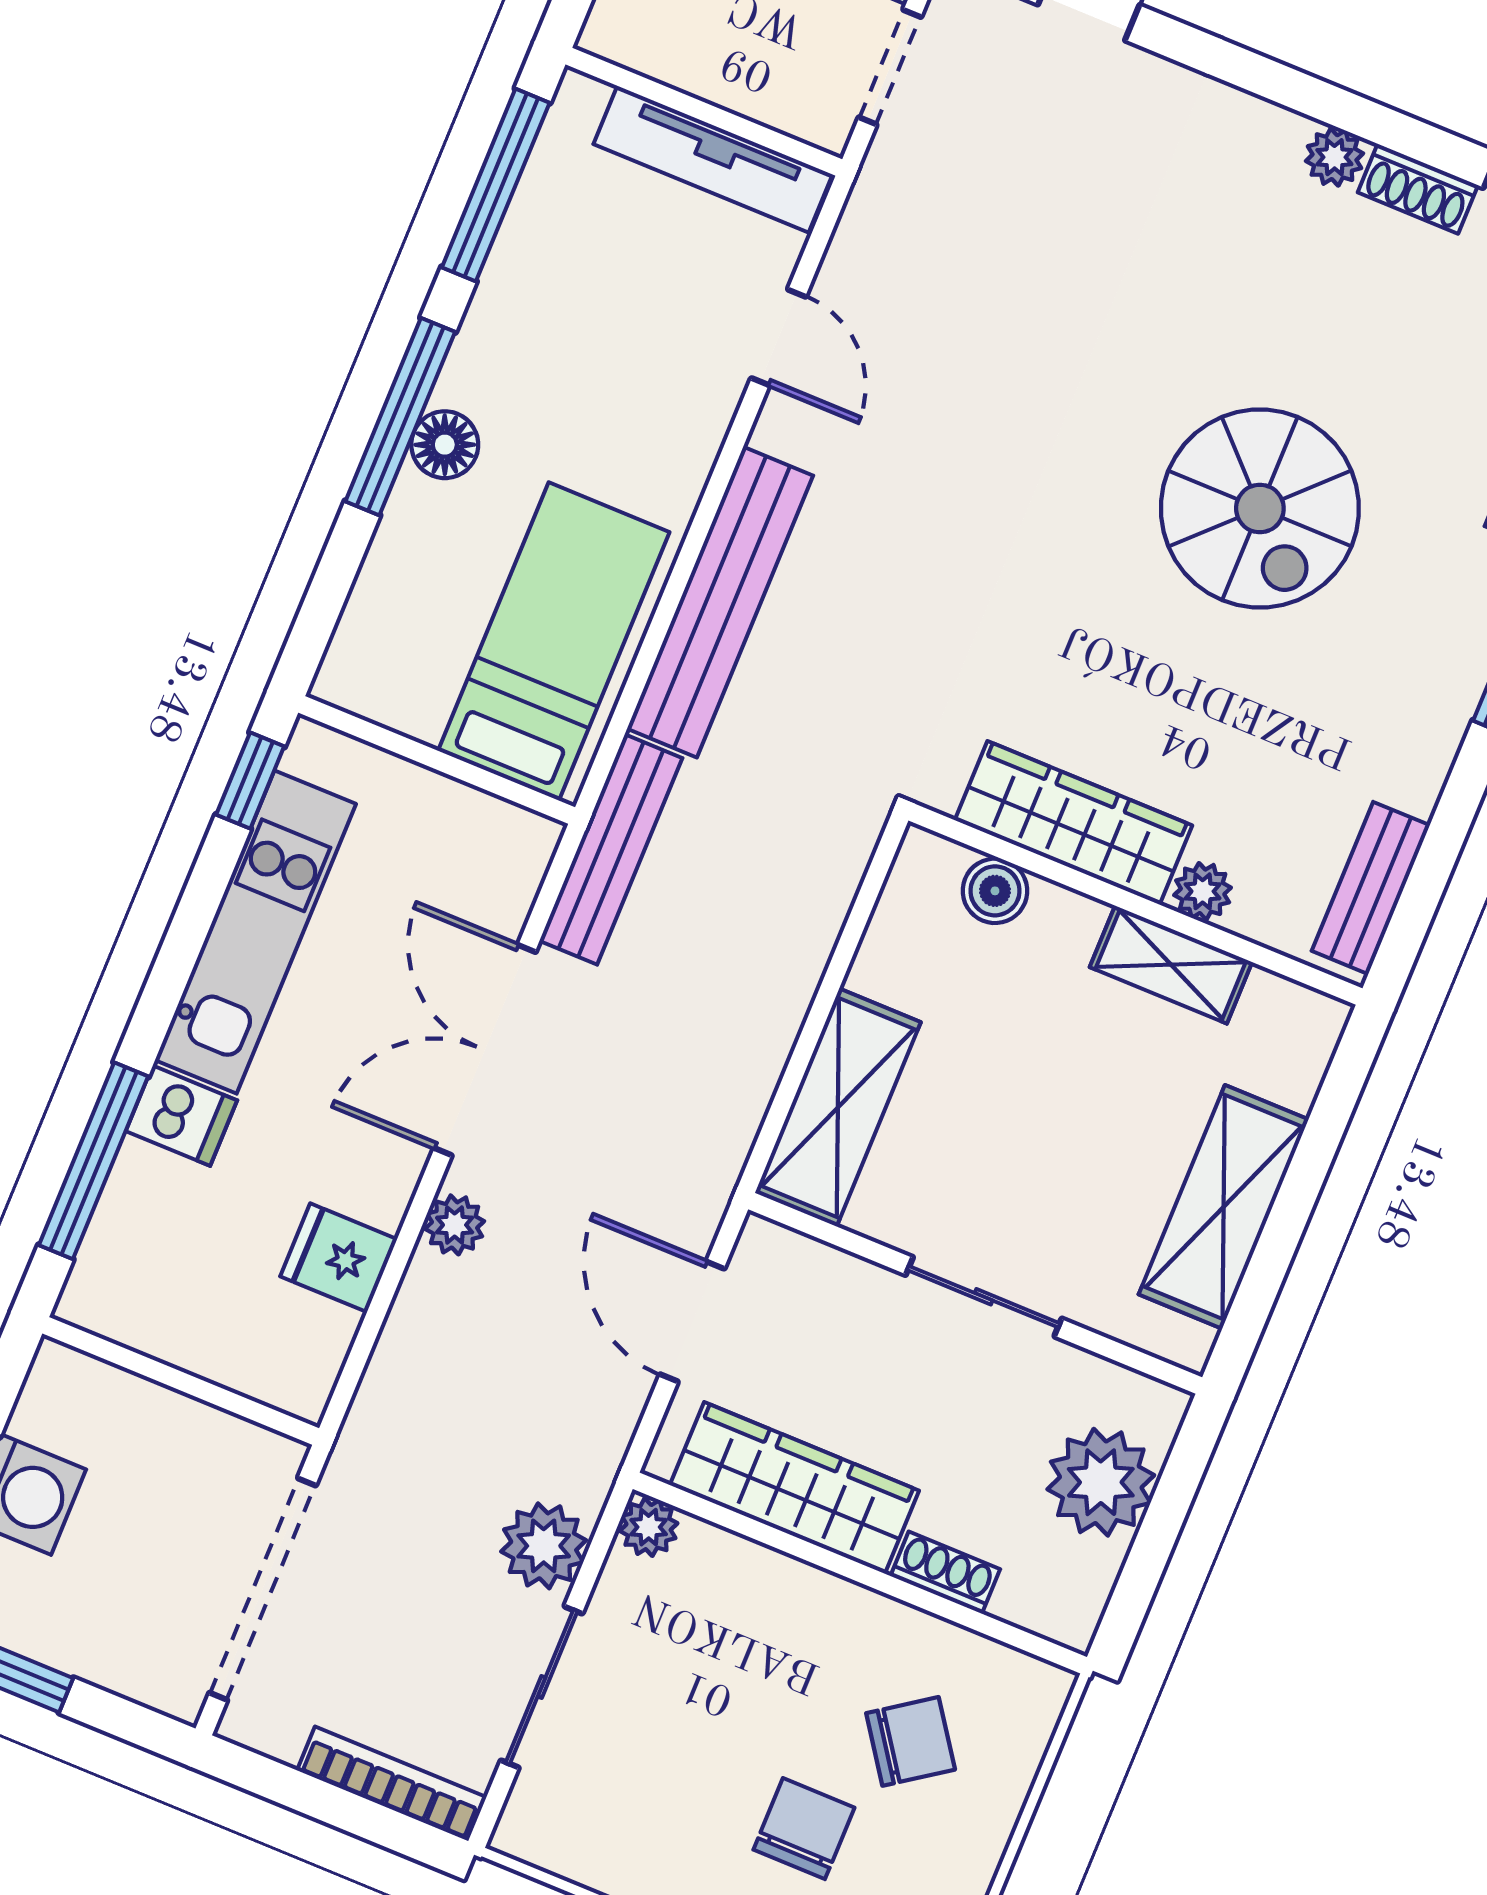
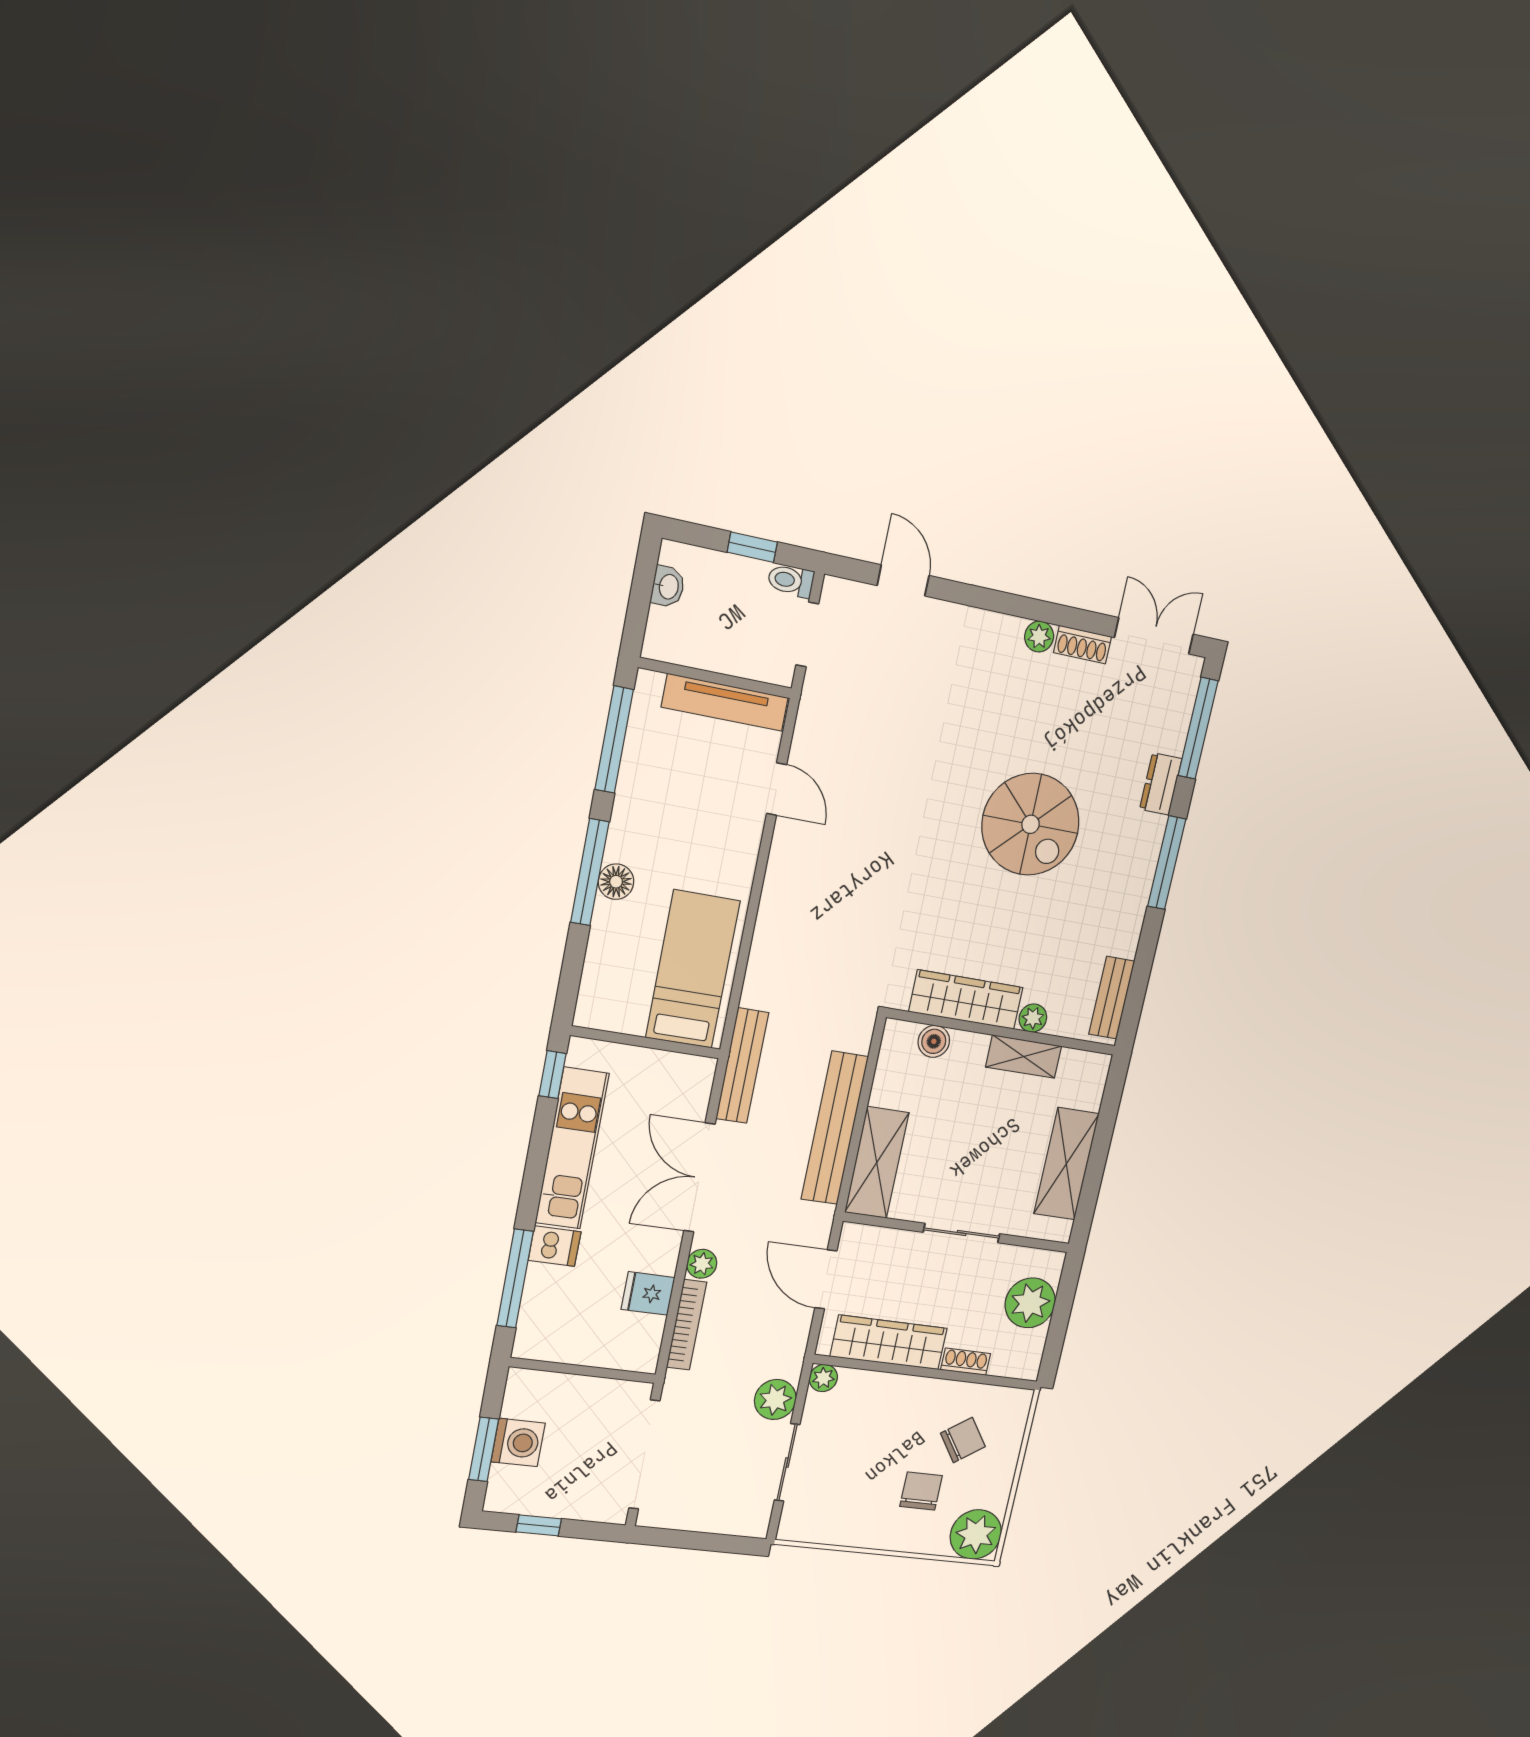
bench: (720, 602) -> (835, 1128), moved
bookcase: (392, 1784) -> (687, 1325), moved, turned 90

